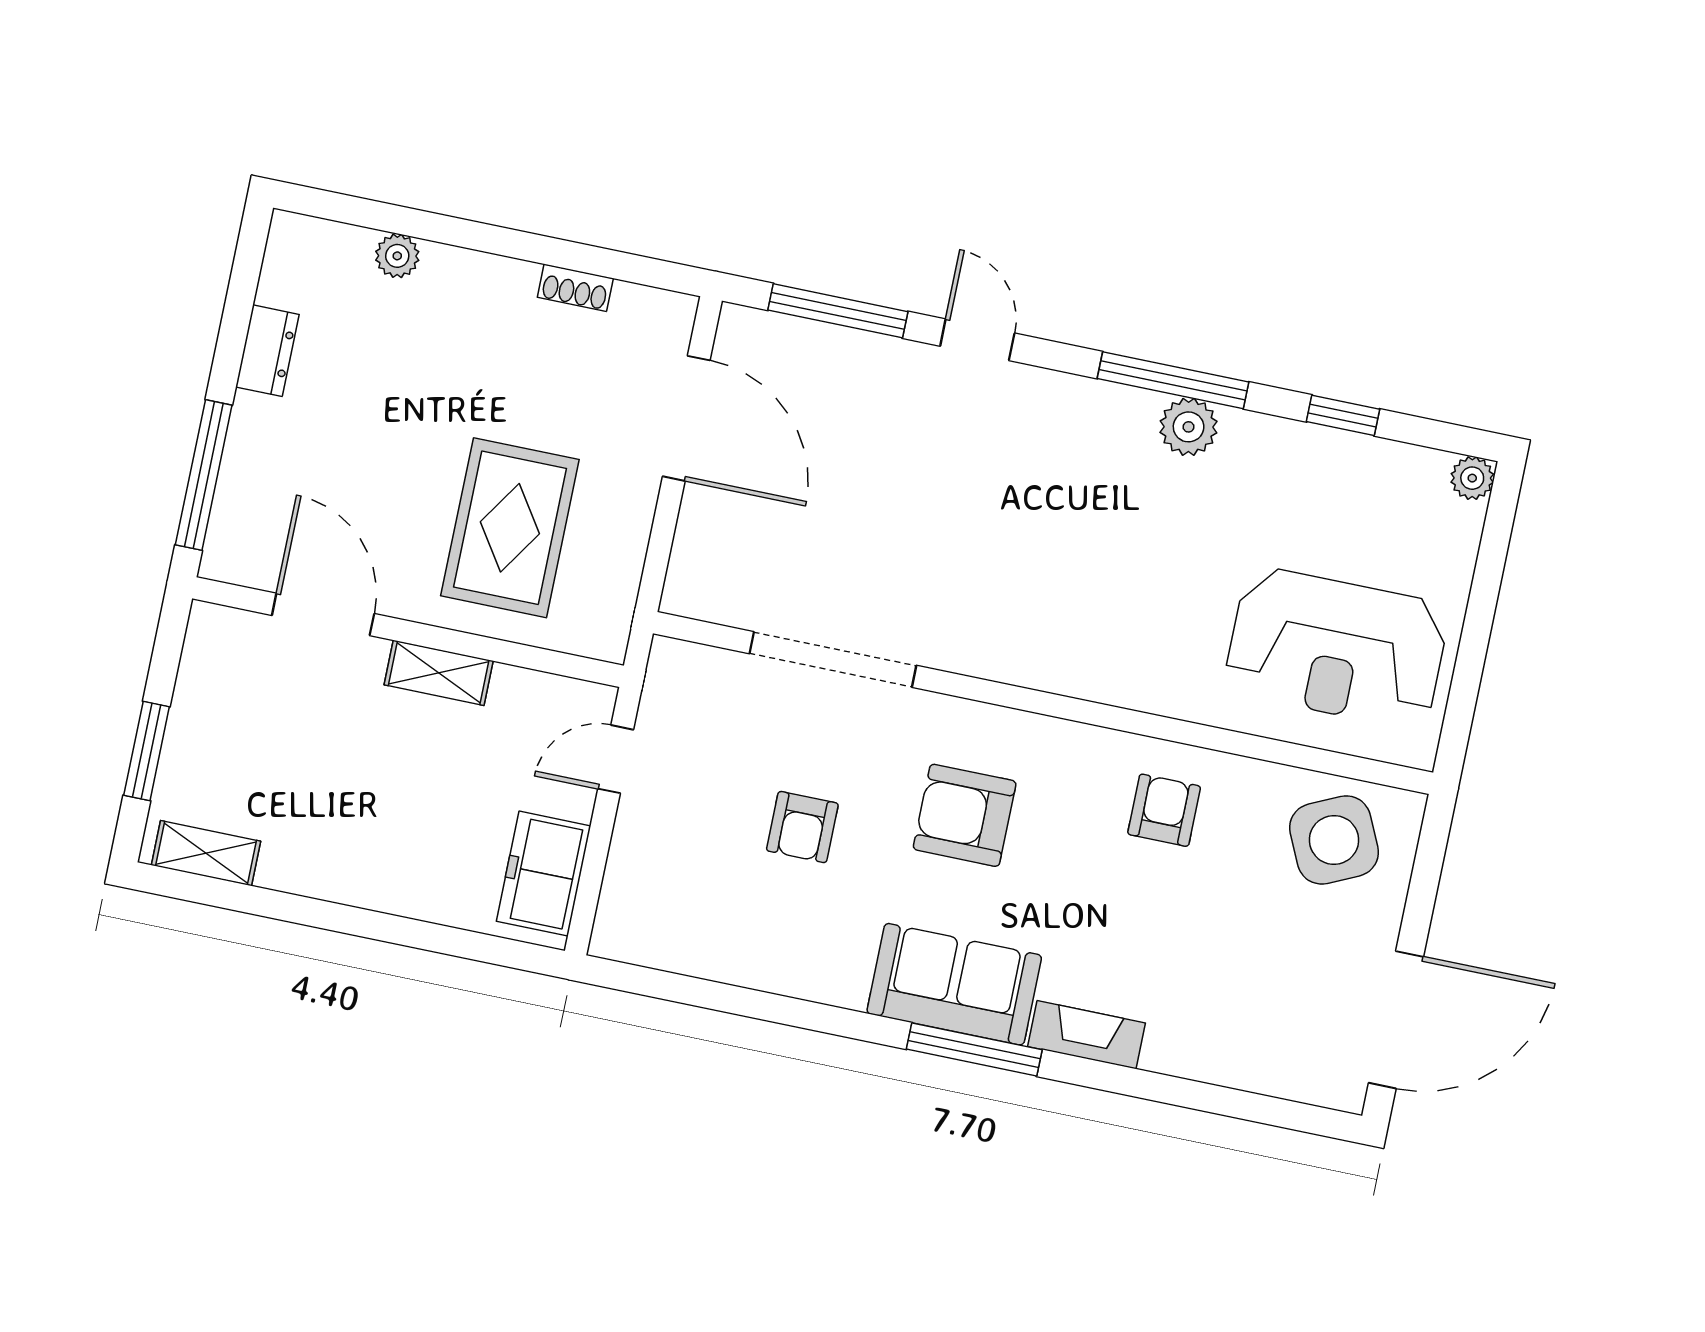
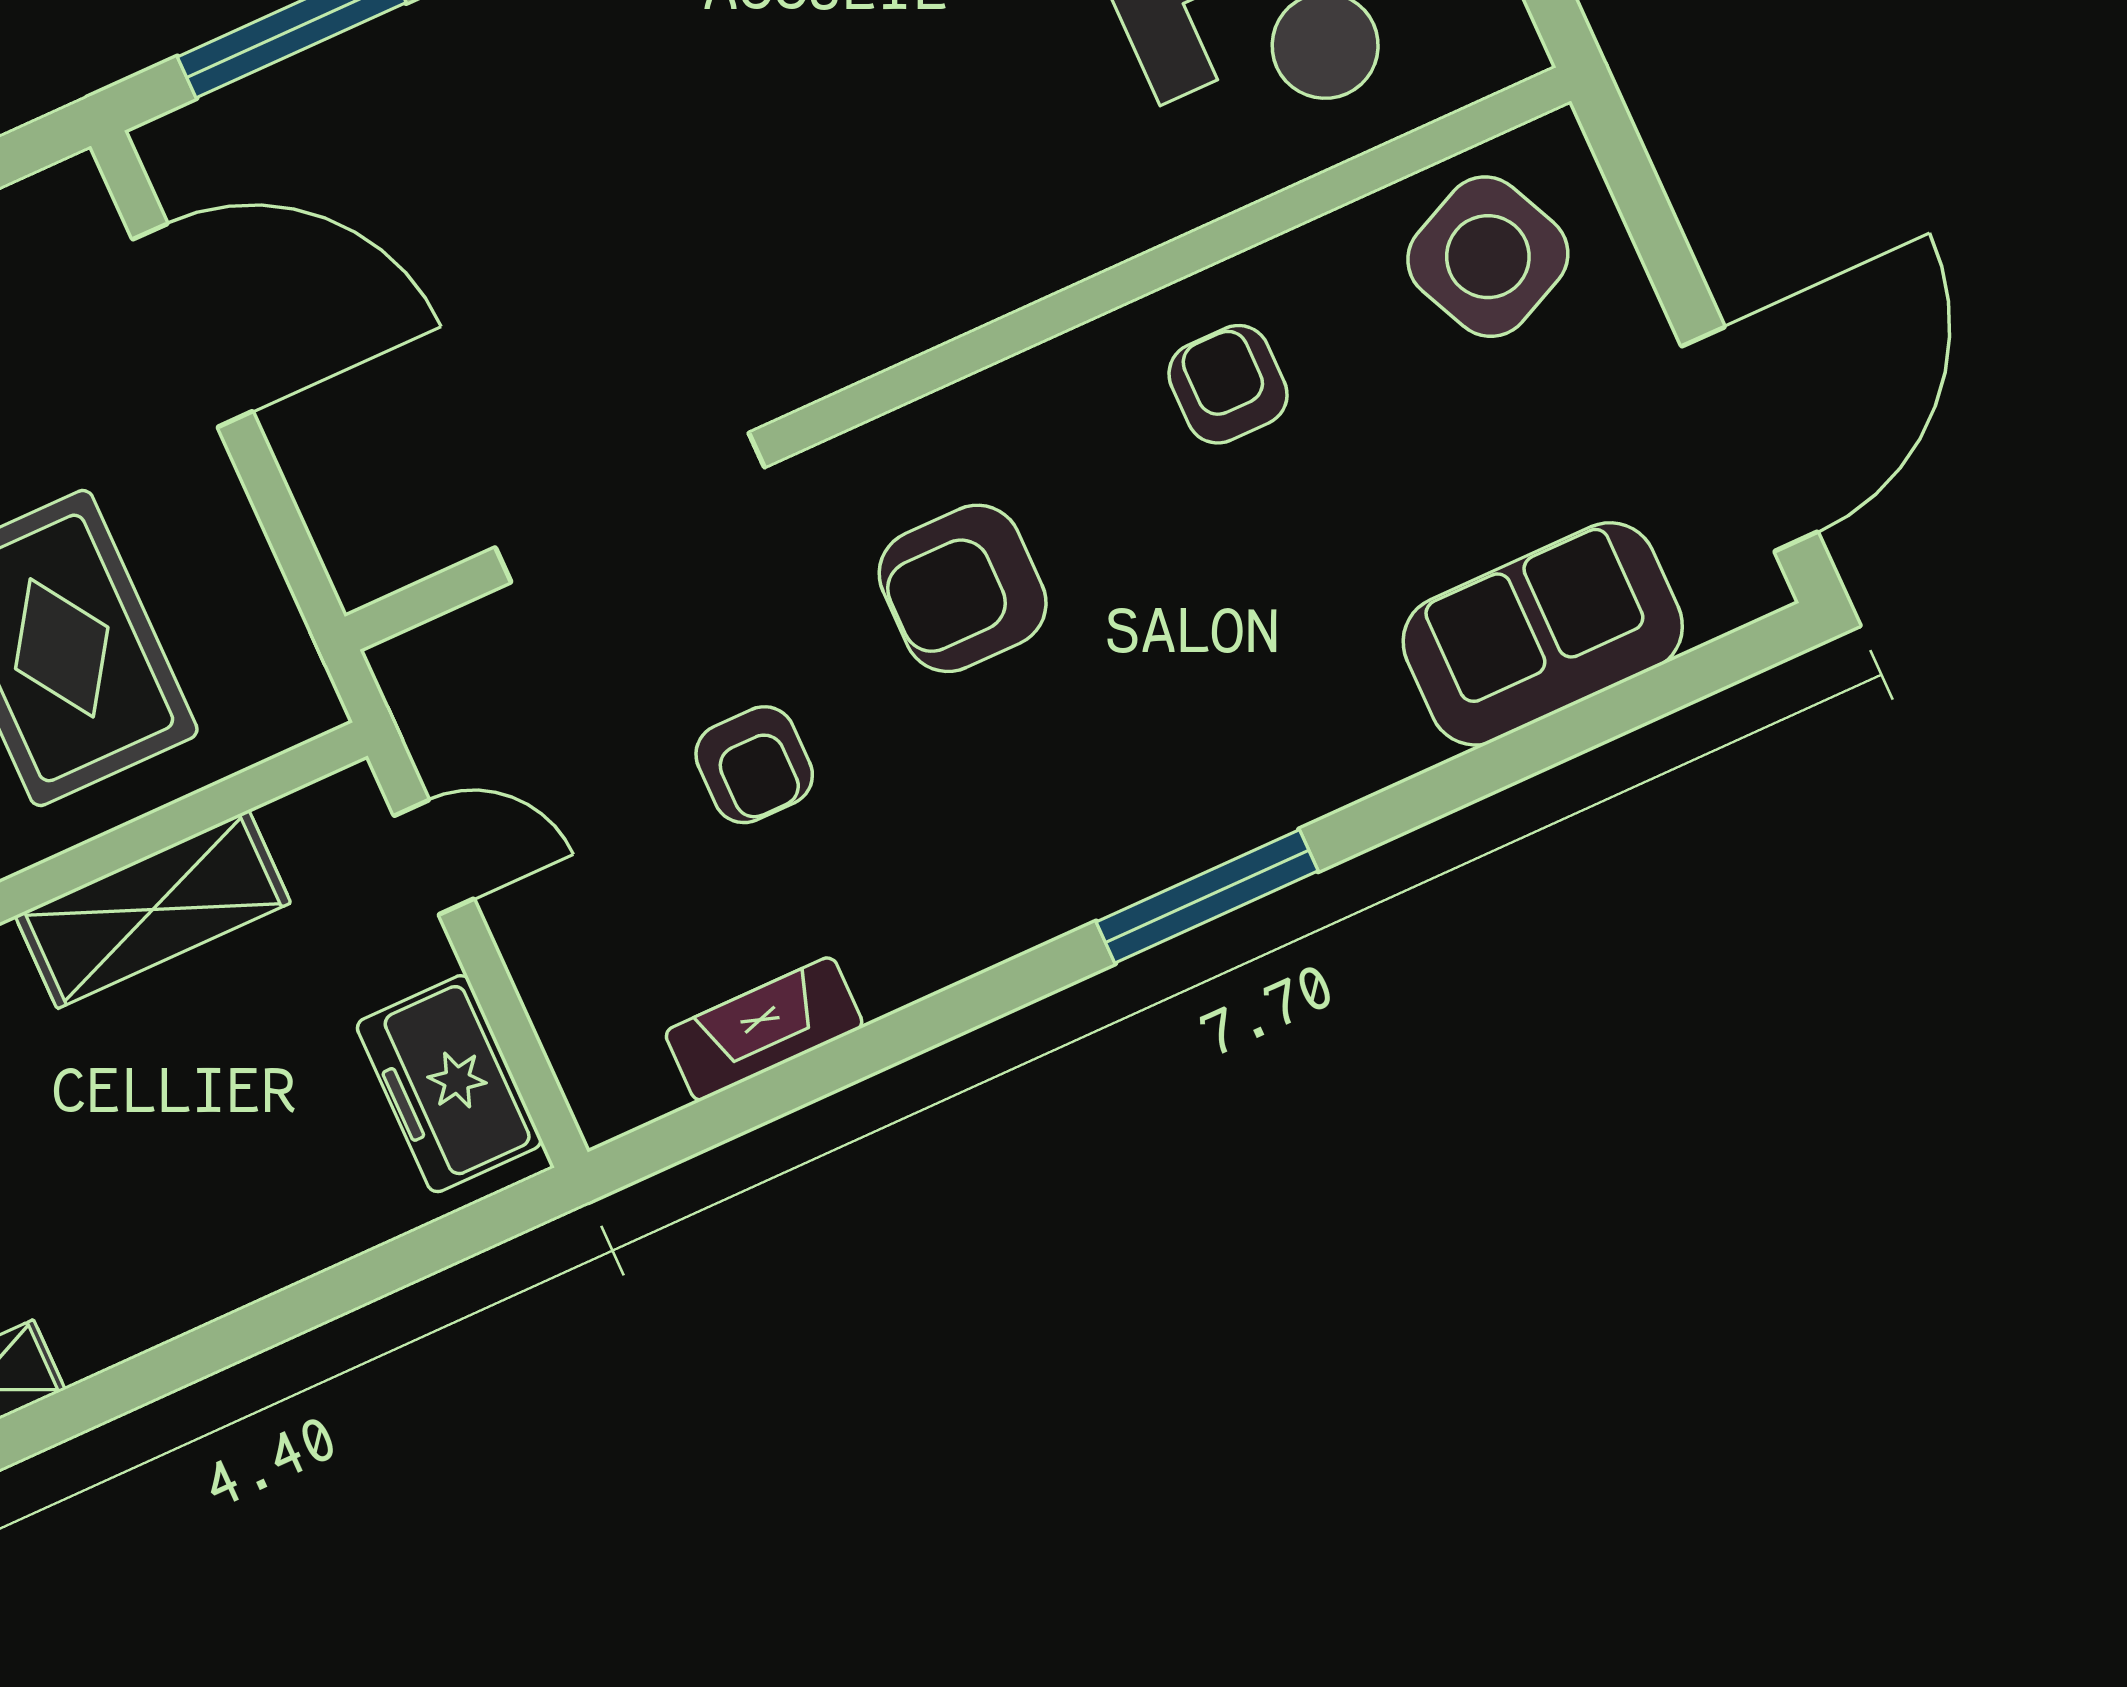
shelving: (439, 673) -> (153, 909), width x1.50, depth x1.33
door: (616, 759) -> (434, 857), swing flipped
sofa: (954, 984) -> (1543, 634), moved
fireplace: (1087, 1035) -> (764, 1029), moved

